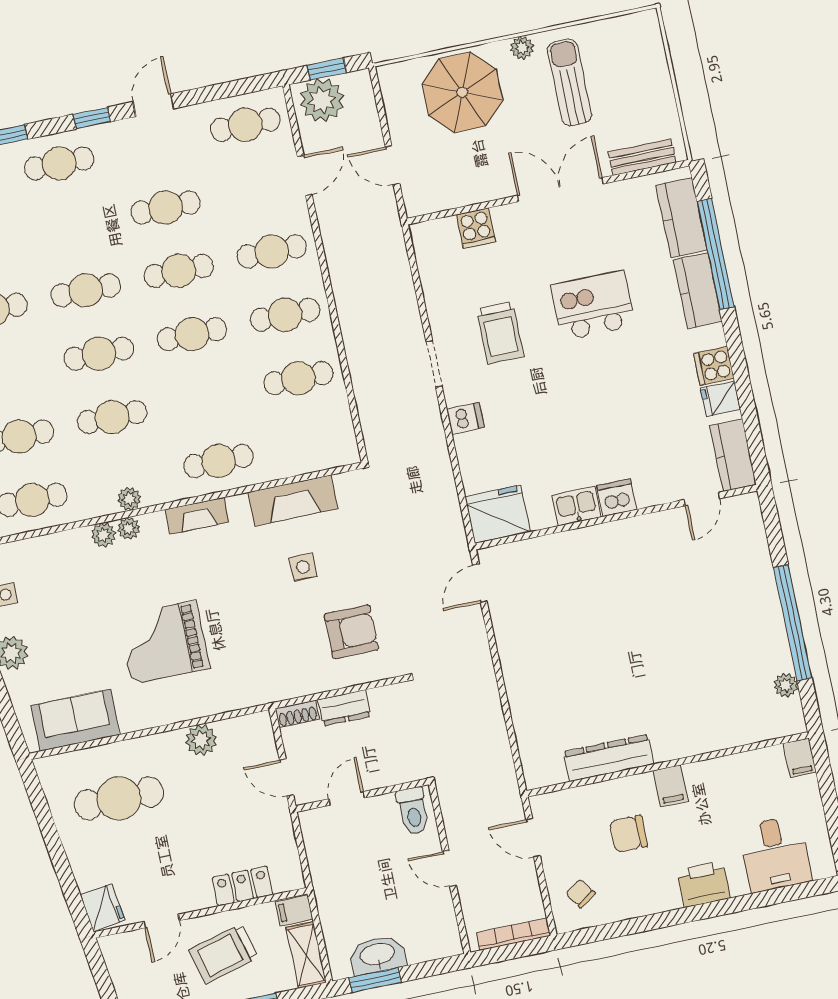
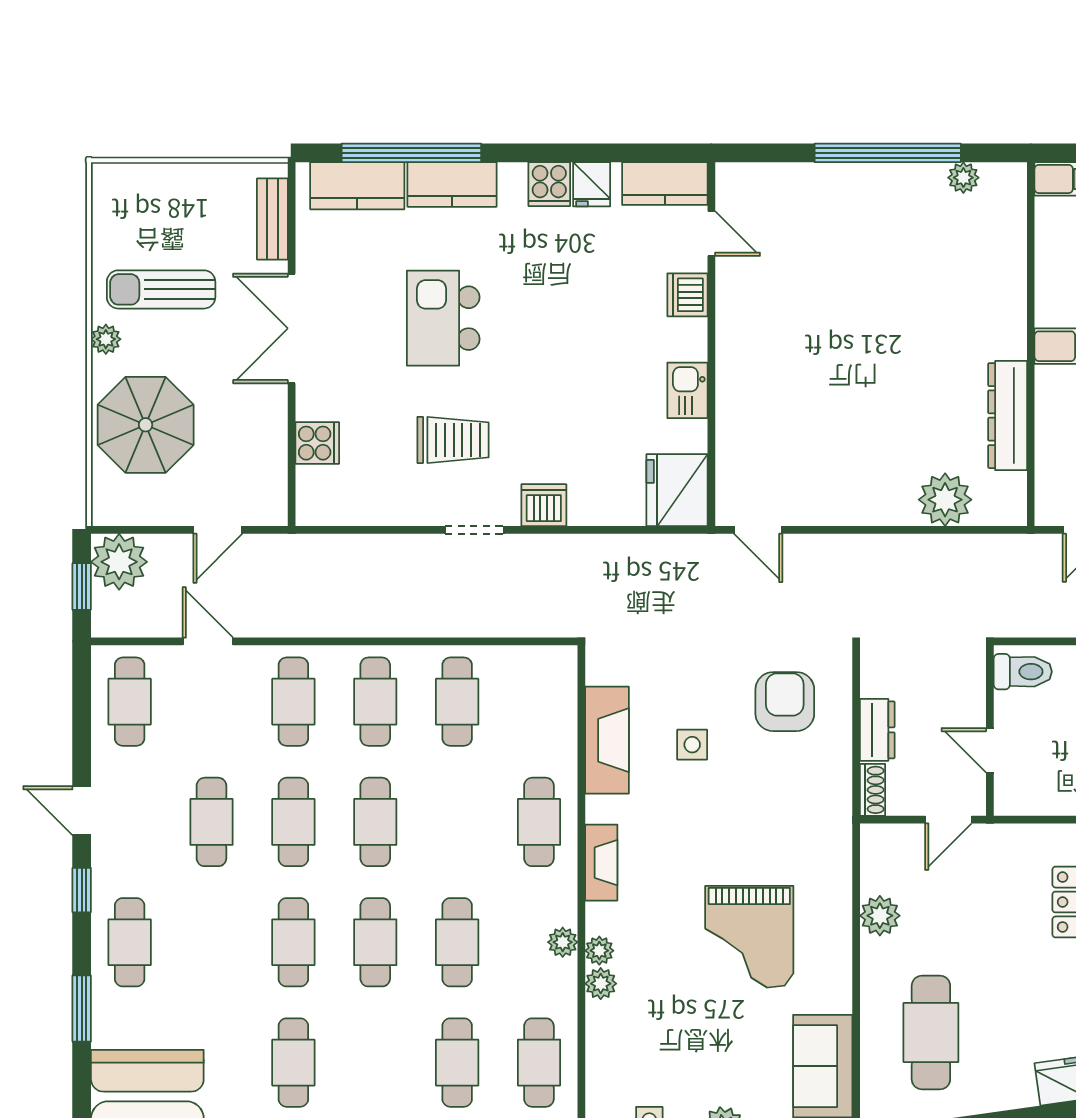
plant: (322, 100) -> (119, 562), moved
dishwasher: (465, 418) -> (544, 505), width x1.38
dishwasher: (617, 498) -> (687, 295), moved
plant: (534, 723) -> (945, 500), added

